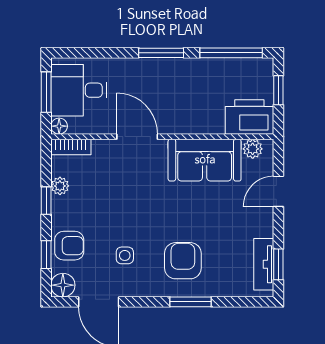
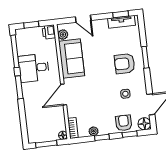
desk: (79, 90) -> (34, 68), moved, turned 90
printer: (249, 117) -> (49, 32), width x0.53, depth x0.68

